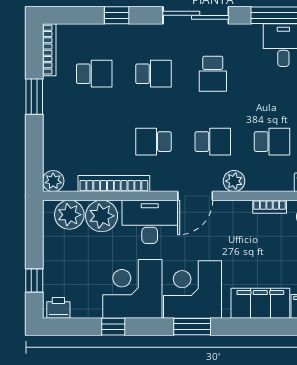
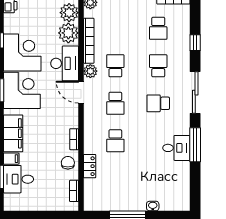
school desk: (153, 74) -> (158, 66), turned 180
plant: (234, 181) -> (90, 71), moved

